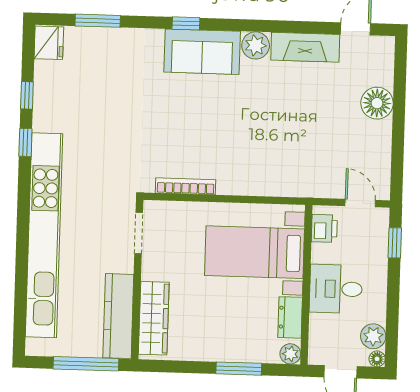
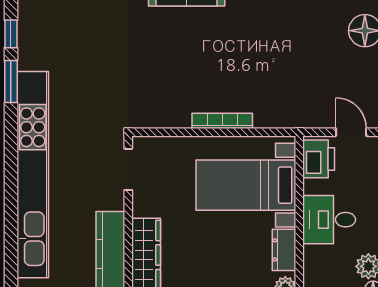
window: (25, 142) -> (11, 82), width x1.50
bookcase: (186, 186) -> (222, 121), moved
printer: (324, 228) -> (319, 159), width x1.36, depth x1.24

